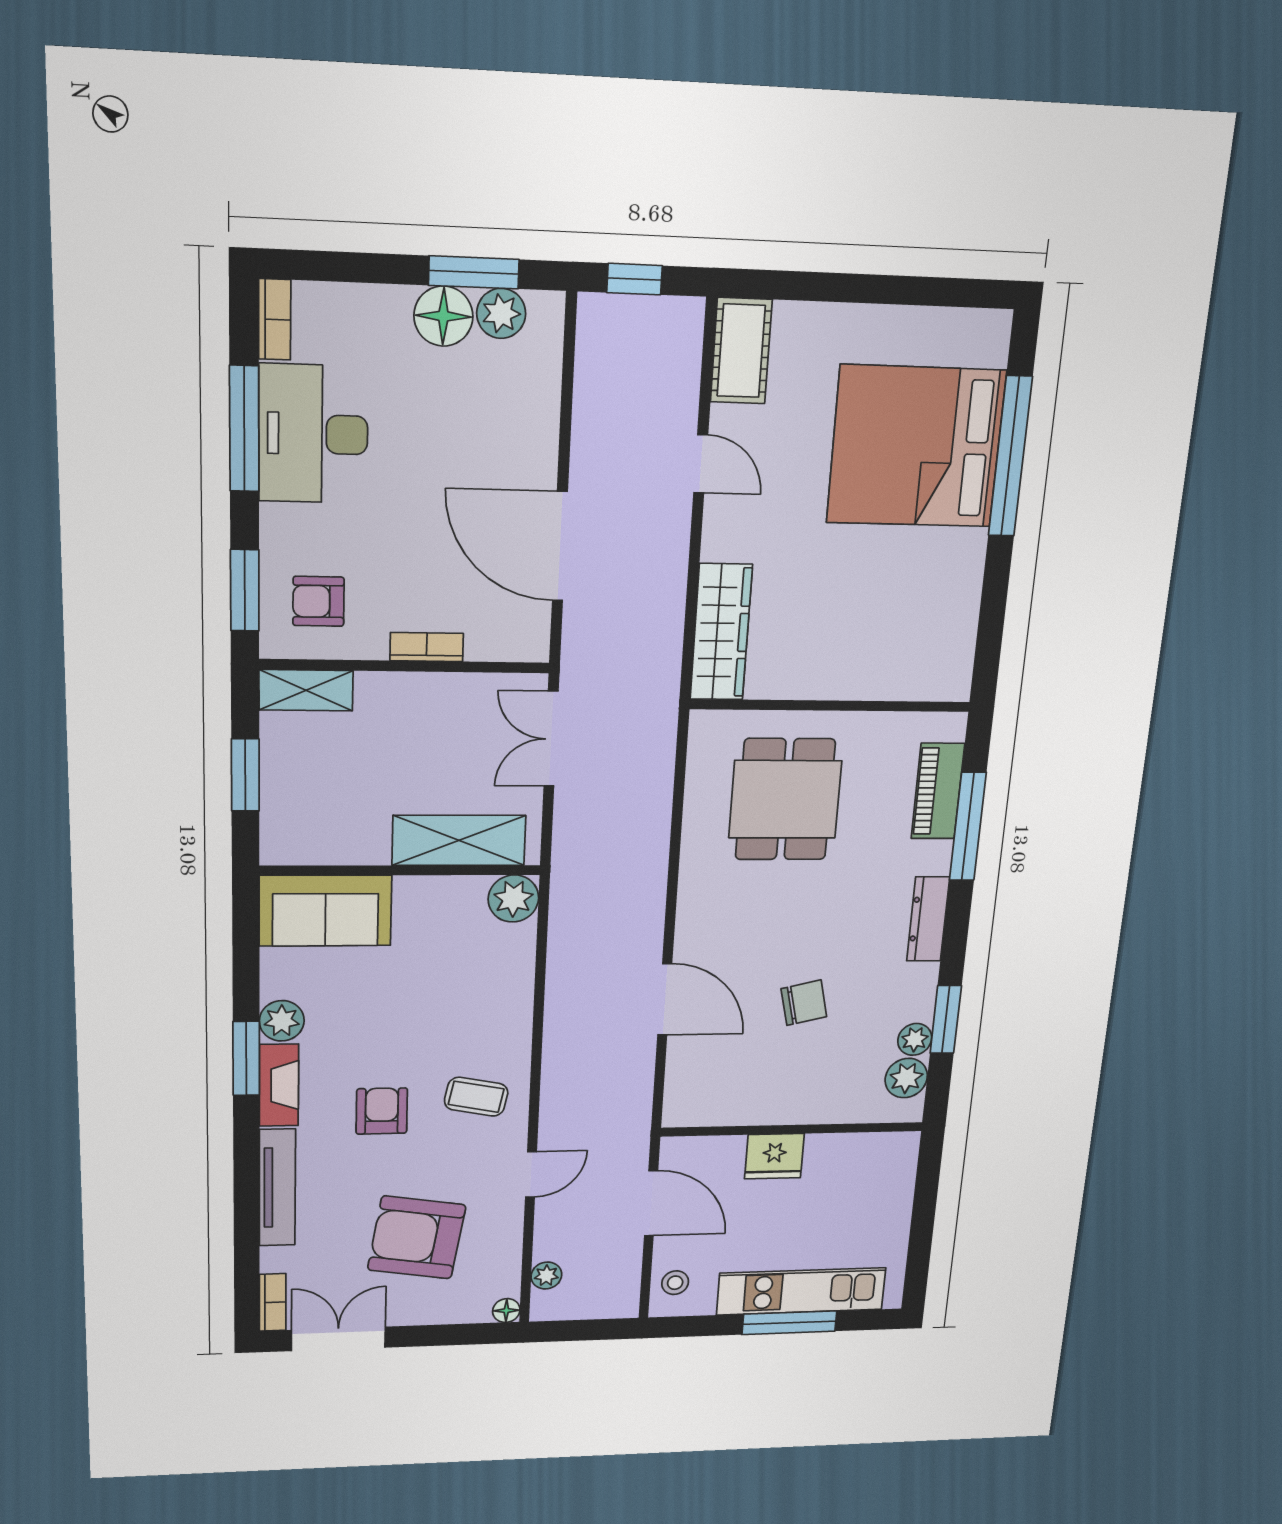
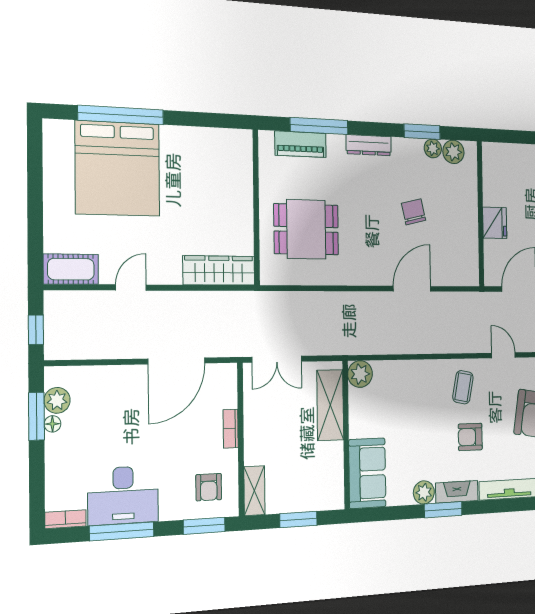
floor lamp: (443, 316) -> (52, 424), width x0.53, depth x0.53

